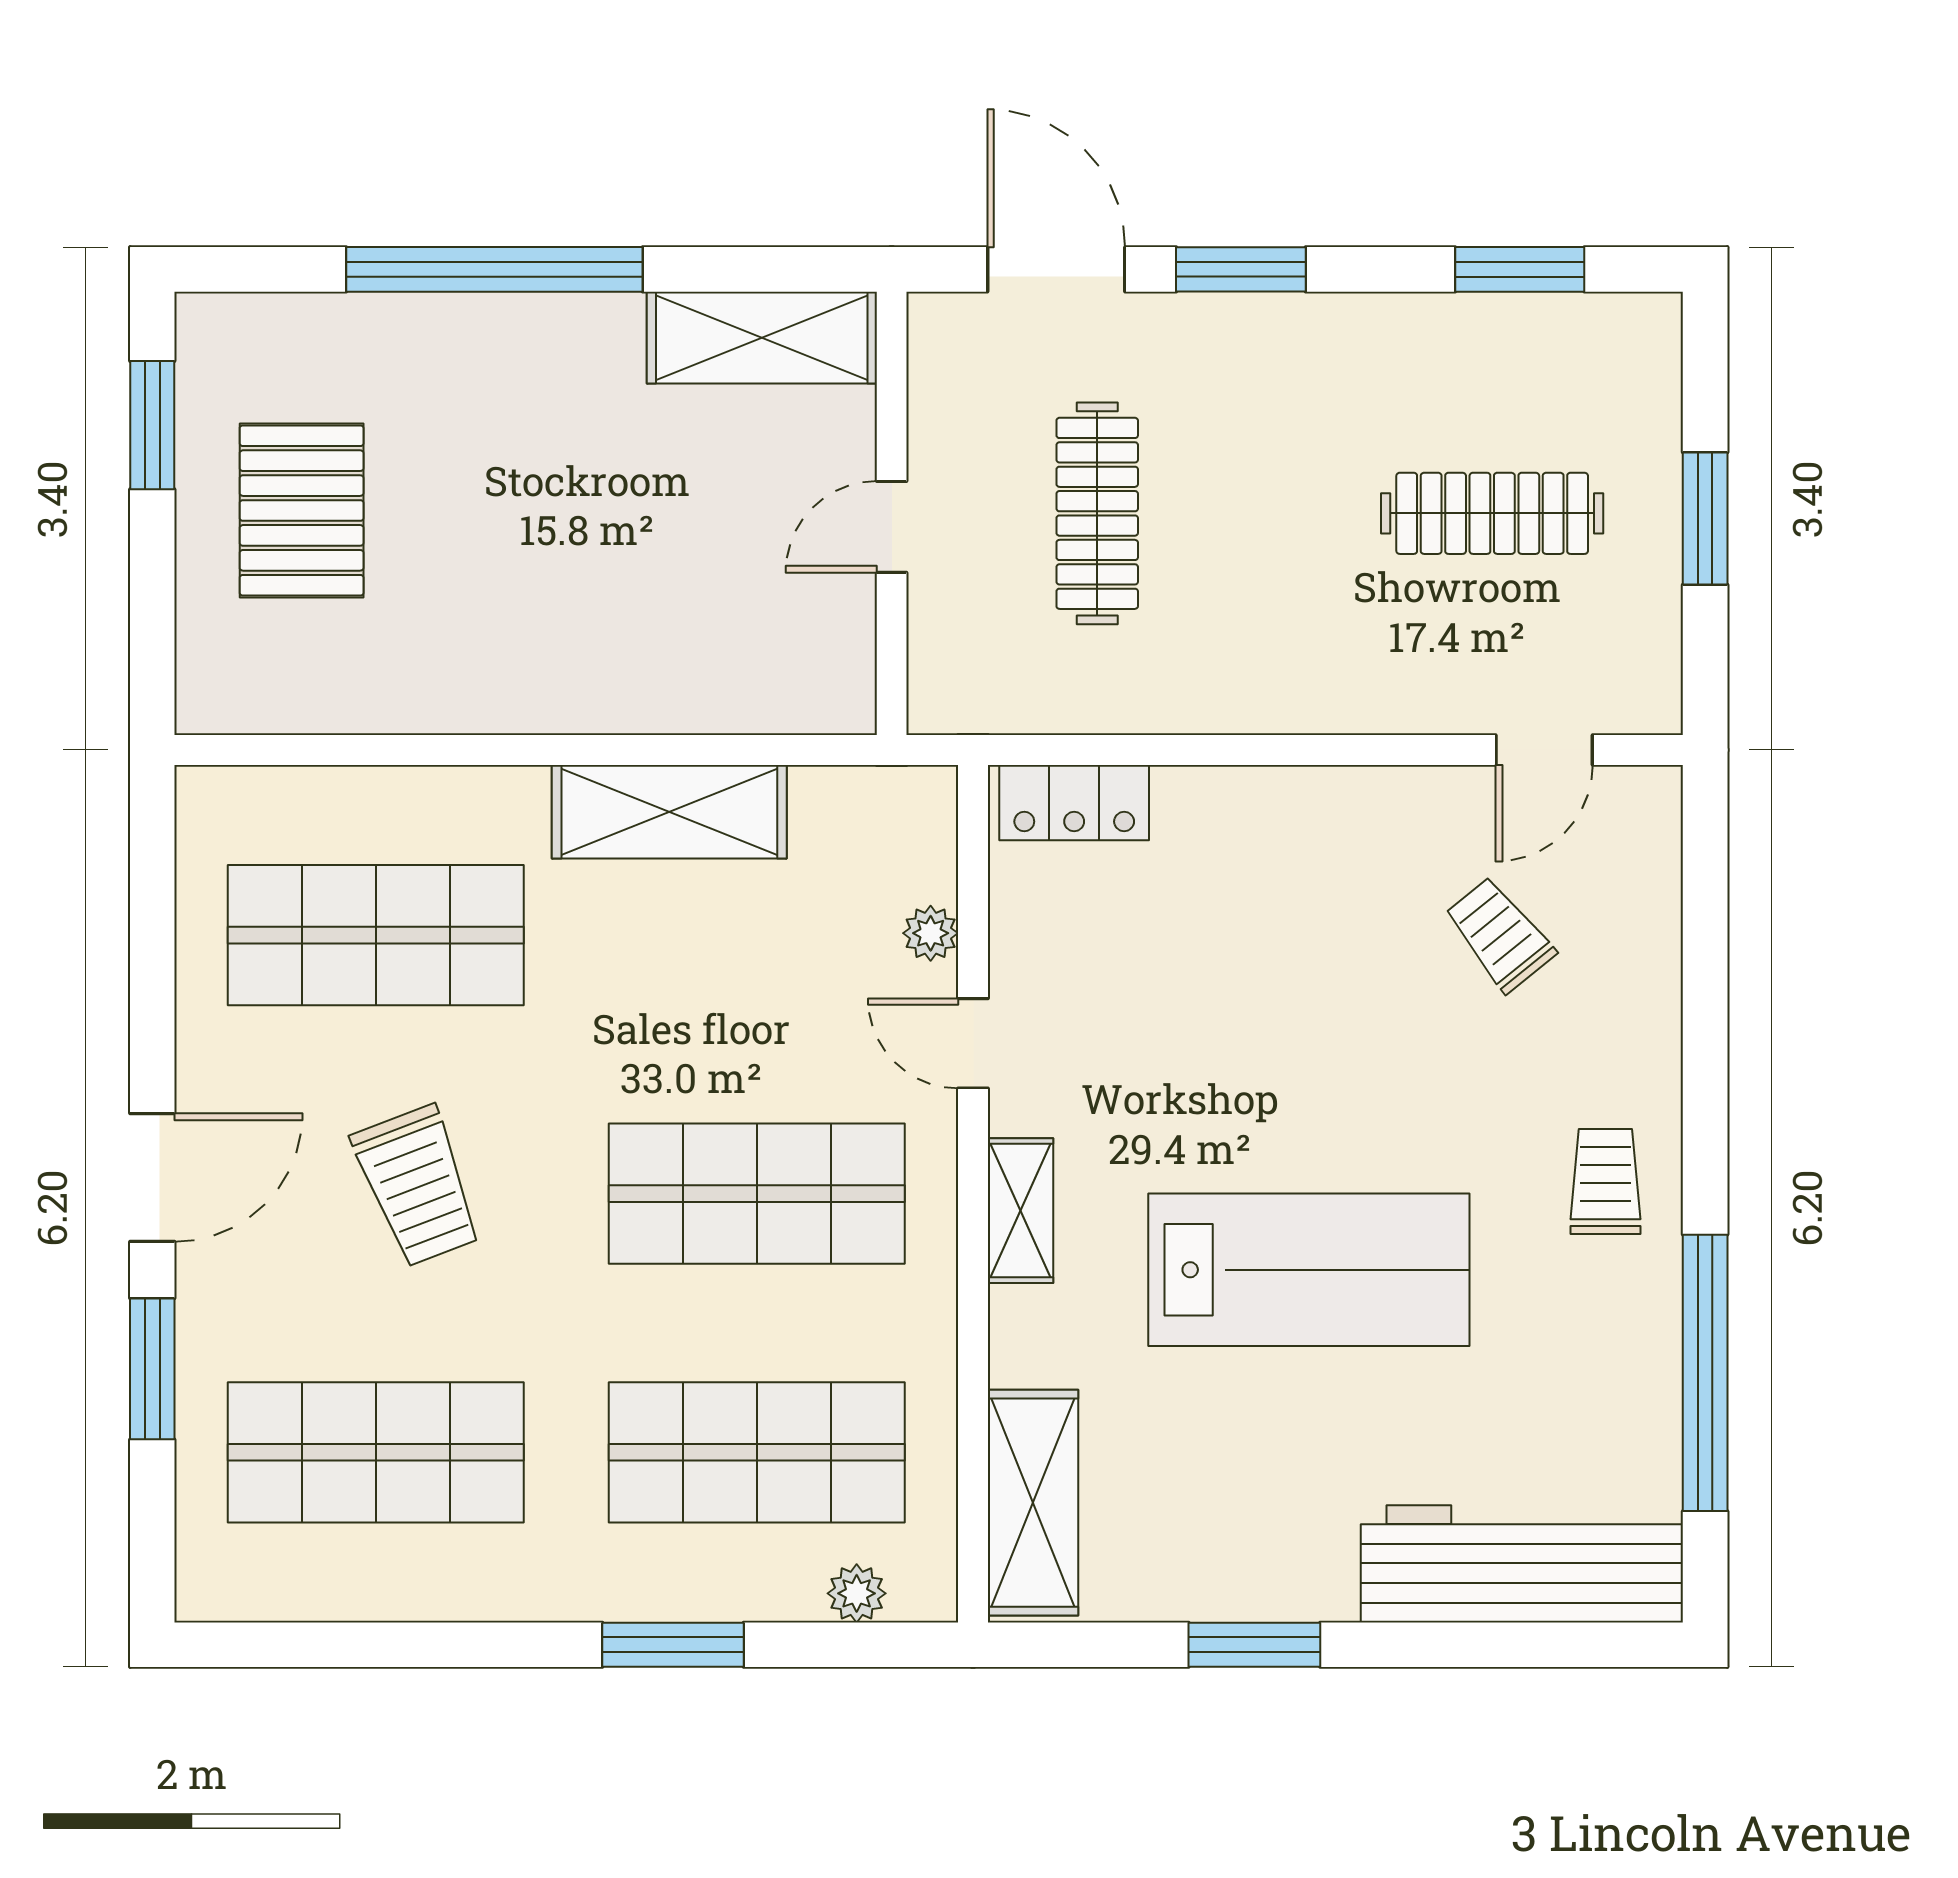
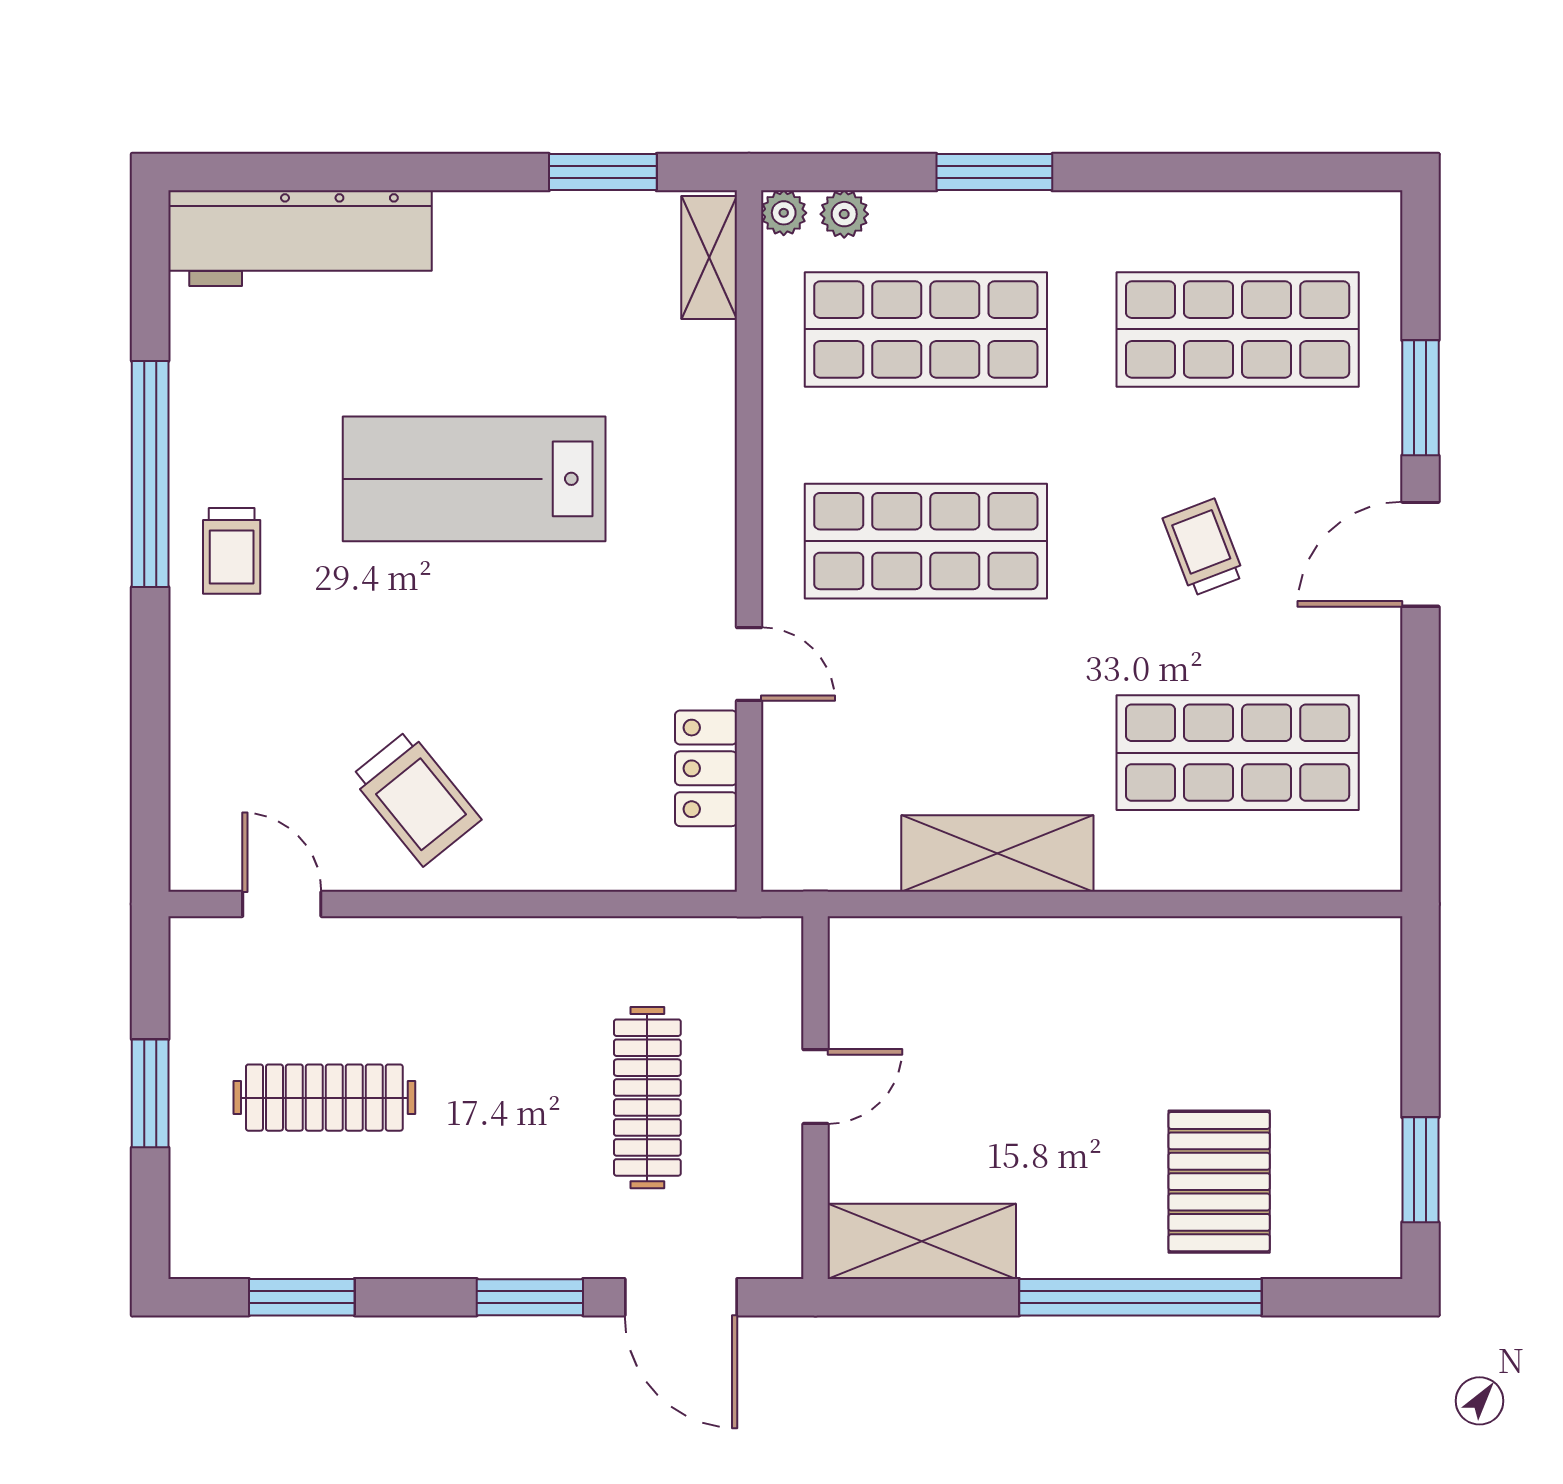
pallet: (302, 510) -> (1219, 1182), moved
door: (1544, 750) -> (282, 904), hinge flipped
locker: (1074, 803) -> (706, 768), moved, turned -90
plant: (931, 933) -> (784, 213), moved
trolley: (1500, 934) -> (416, 798), moved, width x1.36, depth x1.39
trolley: (418, 1186) -> (1203, 547), width x0.73, depth x0.72
shelving: (1020, 1211) -> (710, 527), removed
window: (1705, 1373) -> (150, 474), moved
shelving: (1033, 1503) -> (709, 257), width x0.67, depth x0.75
window: (1254, 1645) -> (603, 172), moved

